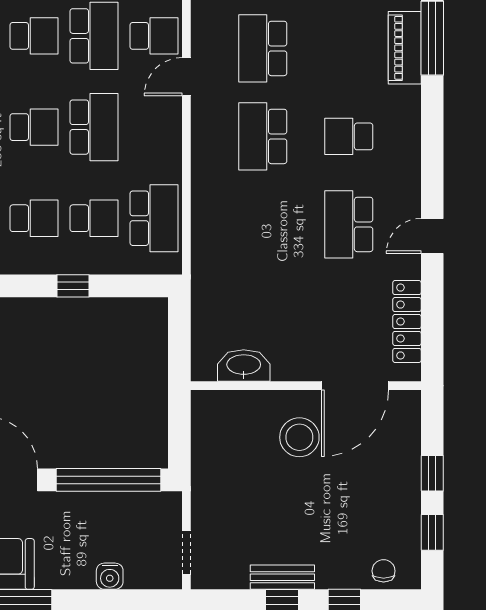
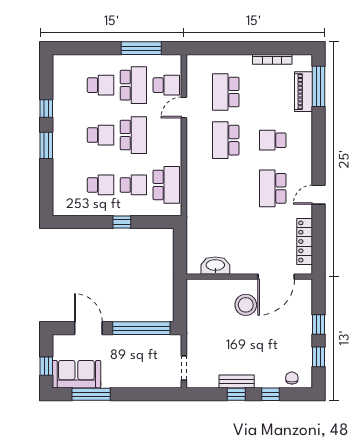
water cooler: (110, 576) -> (142, 381), removed

